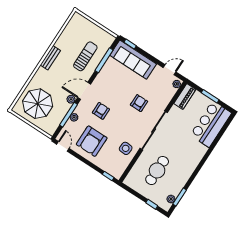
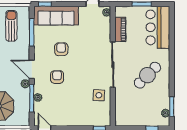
sun lounger: (85, 56) -> (11, 26), moved
door: (84, 91) -> (32, 69), hinge flipped
piano: (185, 97) -> (120, 29), moved
armchair: (139, 103) -> (61, 49), moved
armchair: (92, 141) -> (66, 108), removed
cafe table: (157, 170) -> (147, 75), moved, turned 45

